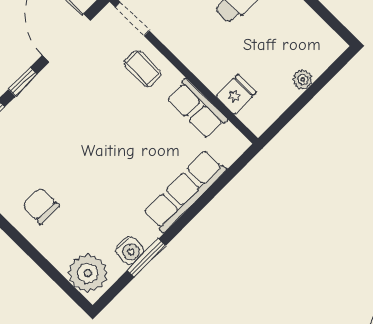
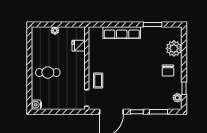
row of seats: (197, 109) -> (94, 53), removed
water cooler: (130, 251) -> (155, 31), removed
plant: (88, 273) -> (174, 48), moved

